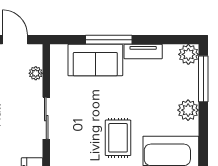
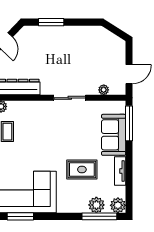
window: (109, 40) -> (129, 123), moved
plant: (188, 110) -> (96, 205), moved
rug: (118, 138) -> (82, 169), moved

